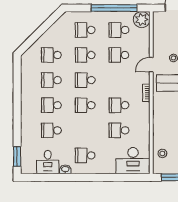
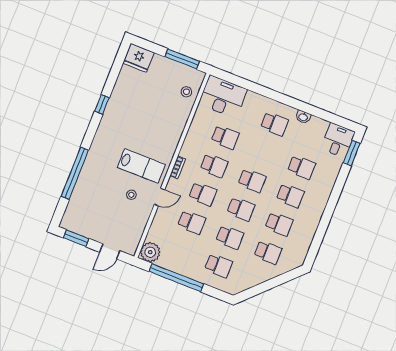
school desk: (119, 30) -> (203, 194), moved
desk: (48, 162) -> (338, 140), moved

